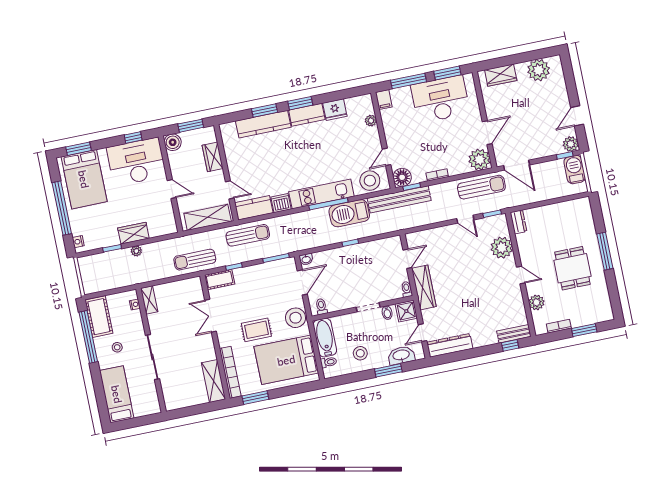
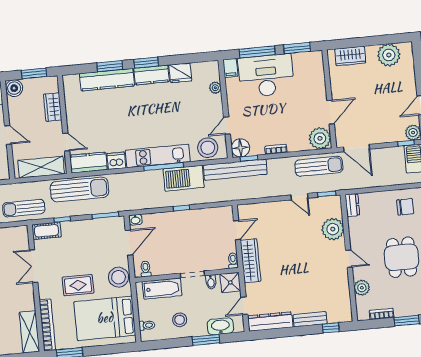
desk: (440, 99) -> (266, 76), moved
chair: (571, 218) -> (405, 207), added
sun lounger: (248, 235) -> (79, 189), width x1.36, depth x1.34
bench: (514, 334) -> (310, 319), moved
bathtub: (325, 338) -> (162, 289), moved, turned 90

